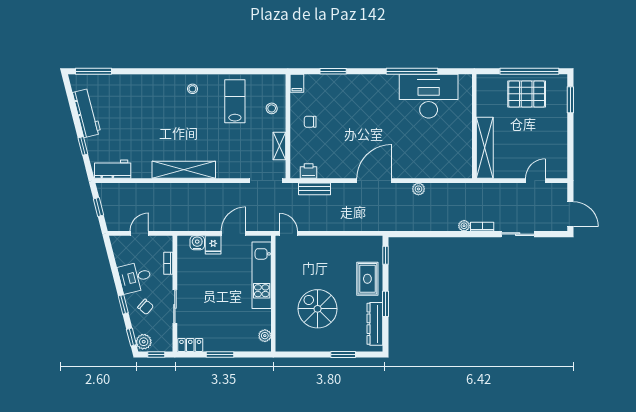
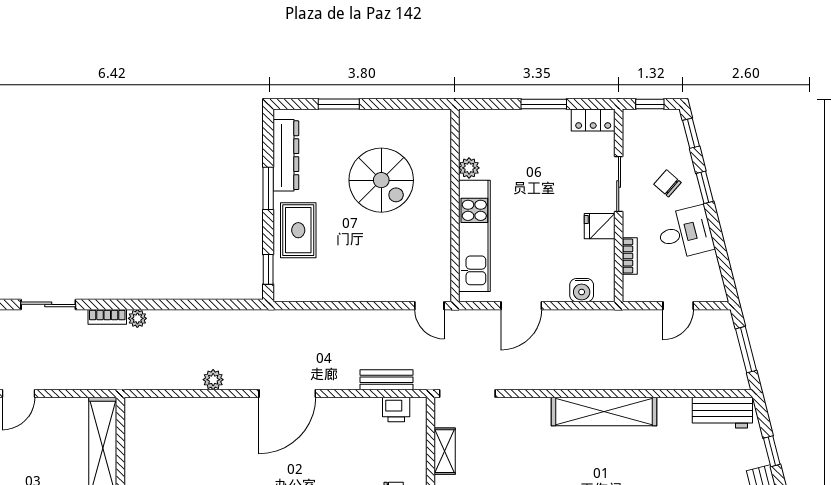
window: (98, 207) -> (746, 350), width x1.50
fridge: (213, 245) -> (600, 226), moved, turned -90
plant: (265, 336) -> (469, 168), moved
plant: (144, 342) -> (671, 125), removed

